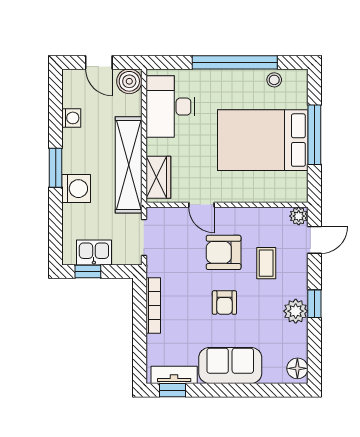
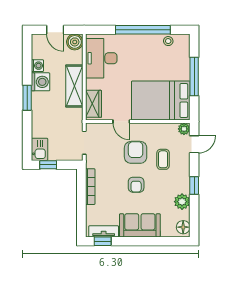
bed: (263, 140) -> (161, 101), moved
shelving: (129, 165) -> (74, 86), width x0.68
washing machine: (76, 189) -> (40, 82), moved
kitchen sink: (94, 252) -> (39, 149), moved, turned 90
armchair: (224, 252) -> (136, 152), turned 90
plant: (296, 311) -> (182, 202), moved

